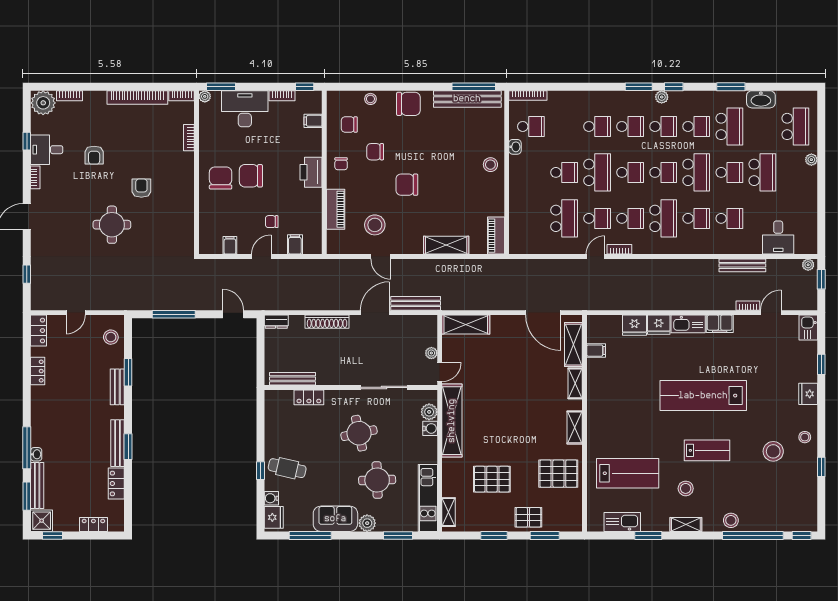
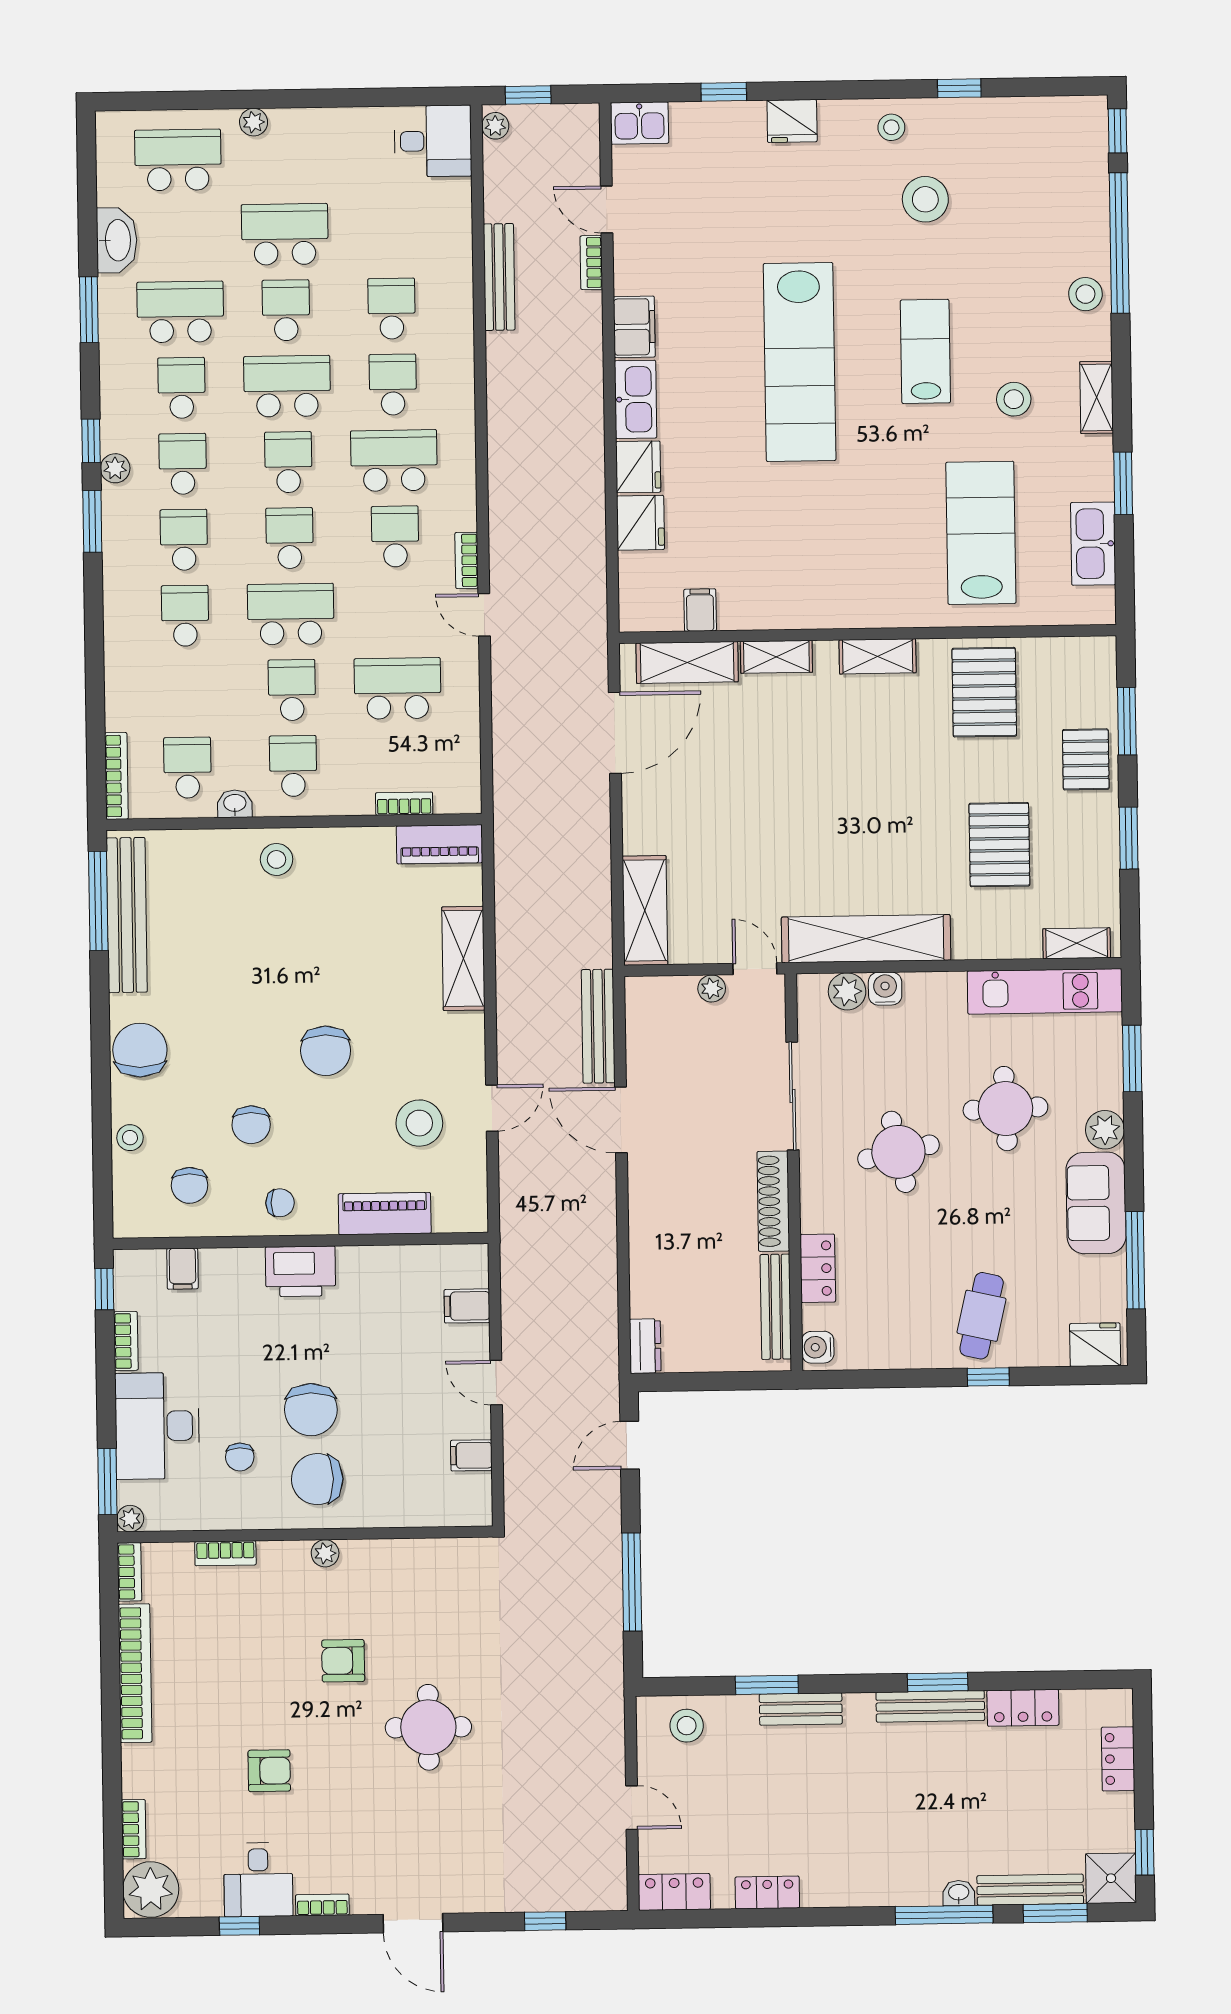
plant: (188, 181) -> (325, 1553), added
school desk: (597, 218) -> (293, 766), moved
bookcase: (514, 220) -> (404, 804), added
chair: (272, 222) -> (240, 1457), moved
desk: (778, 238) -> (433, 141), moved
shoe rack: (327, 322) -> (773, 1201), moved, turned 180
water cooler: (271, 498) -> (818, 1347), moved, turned 90

